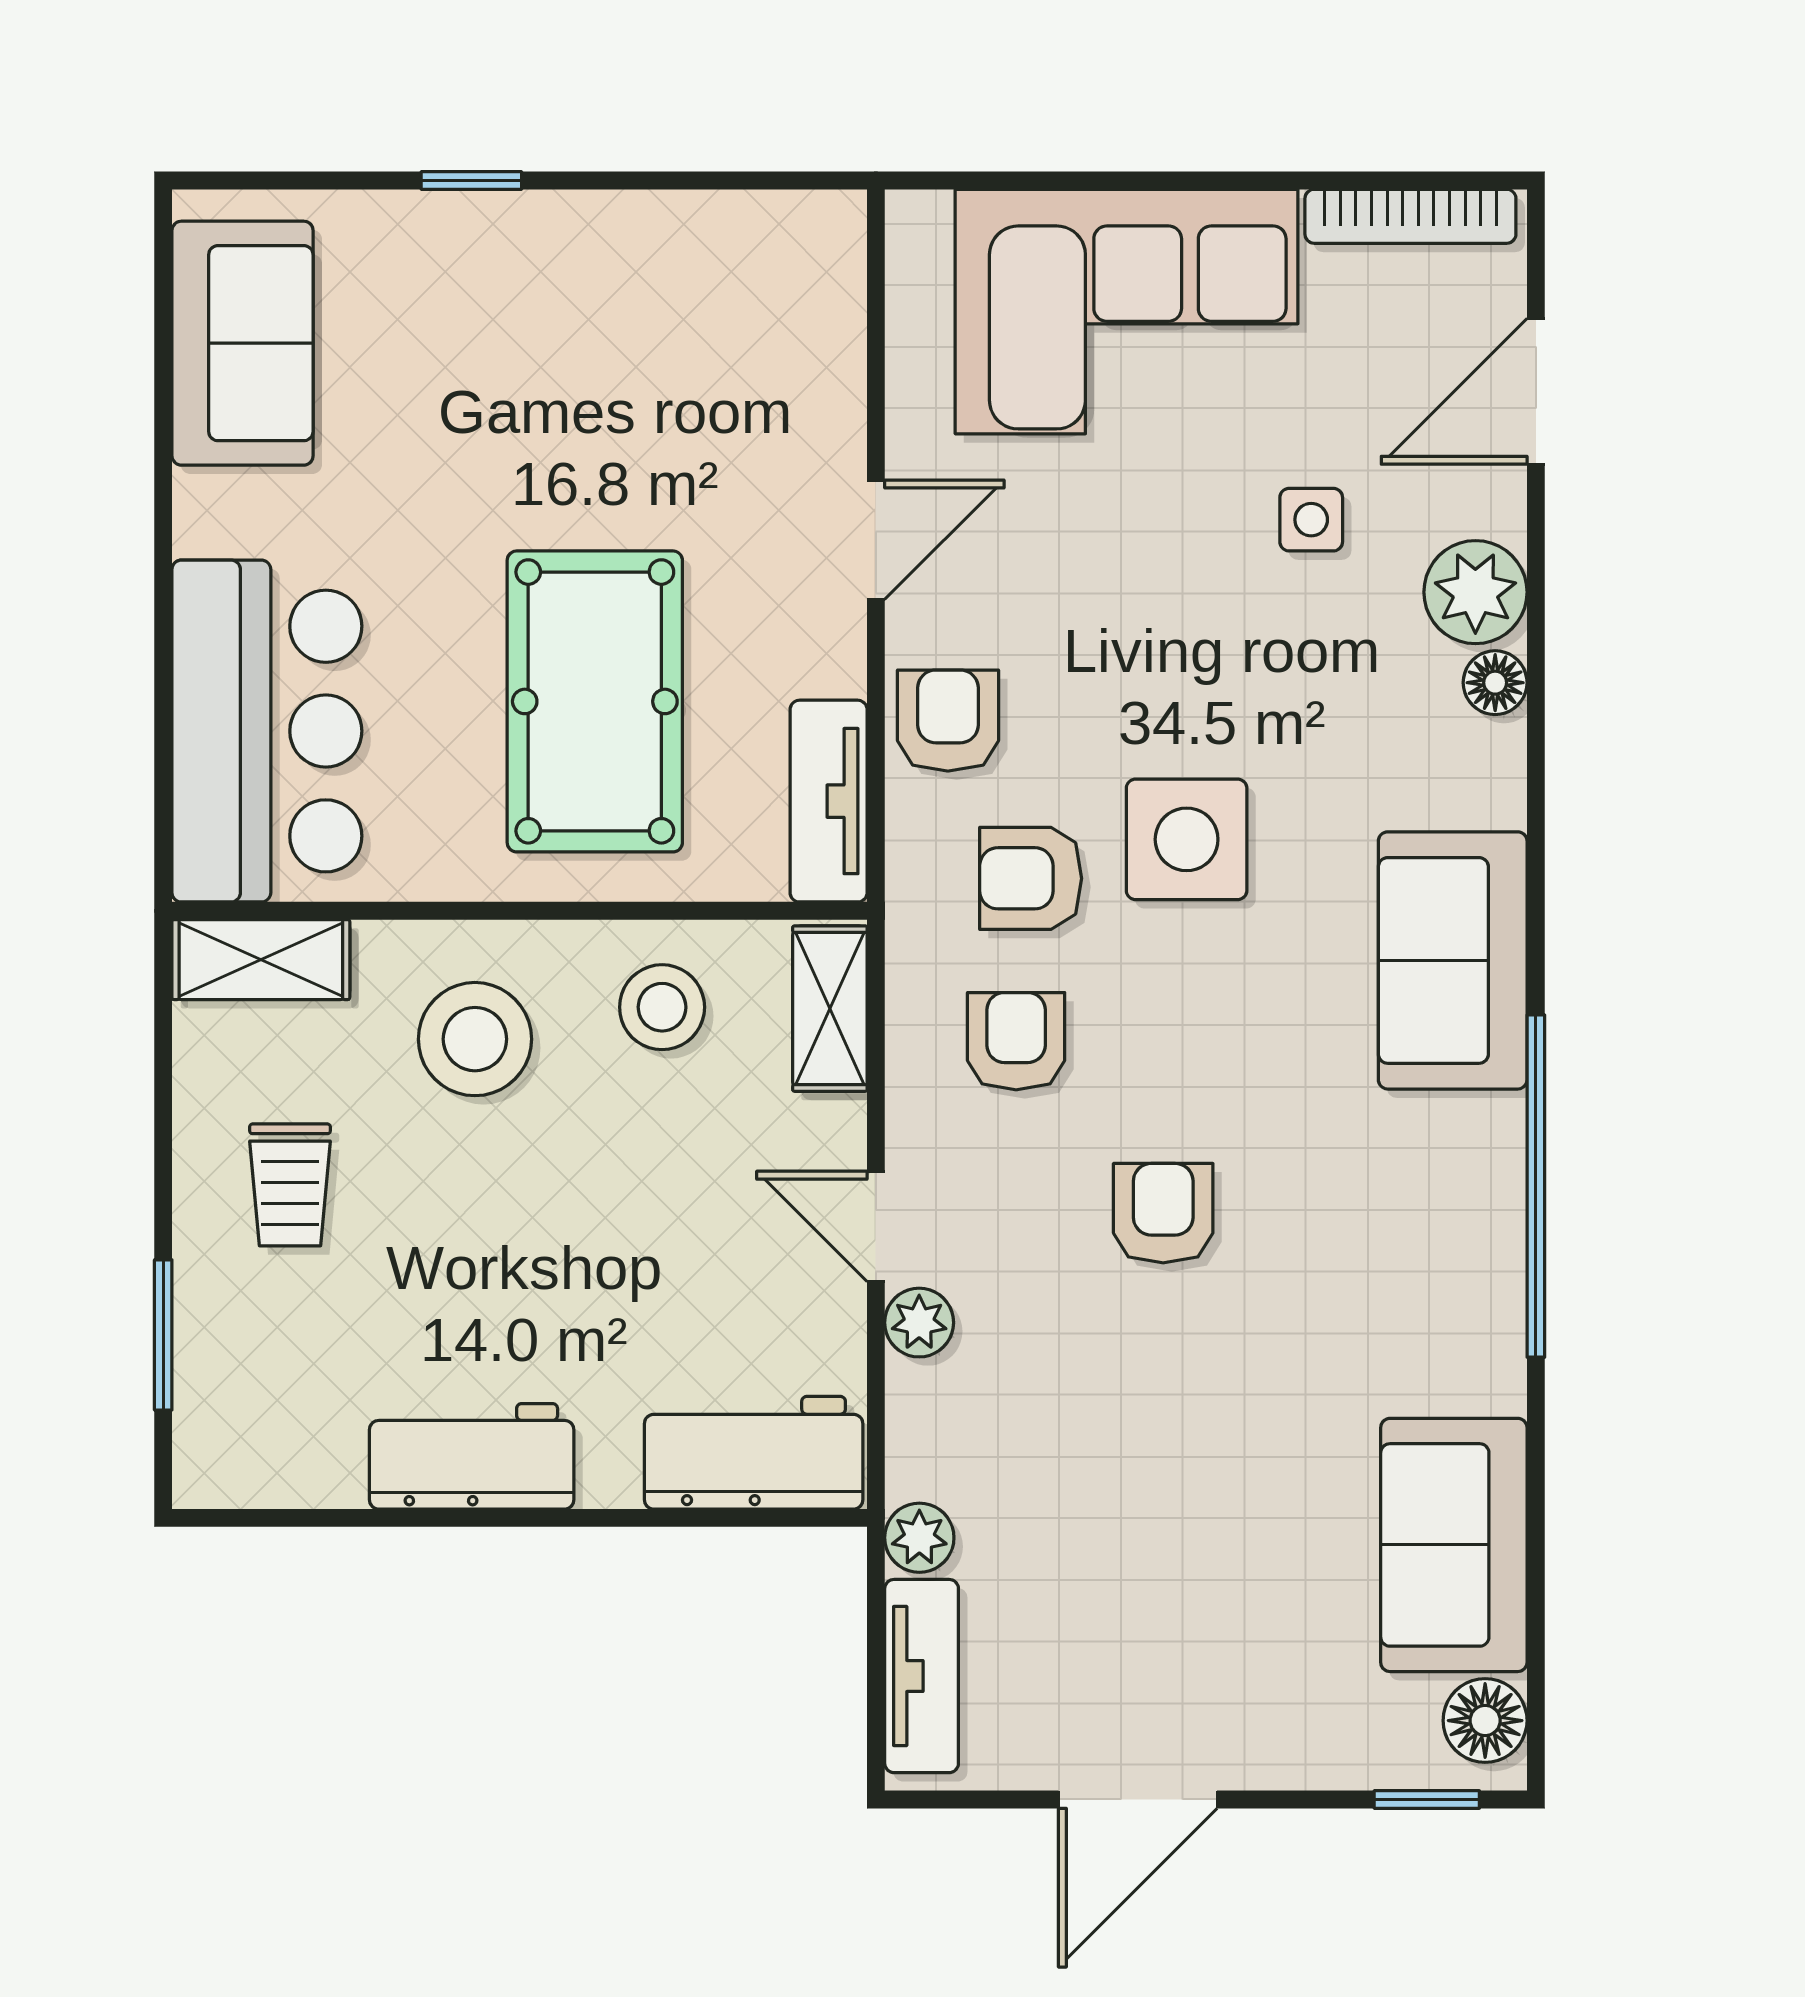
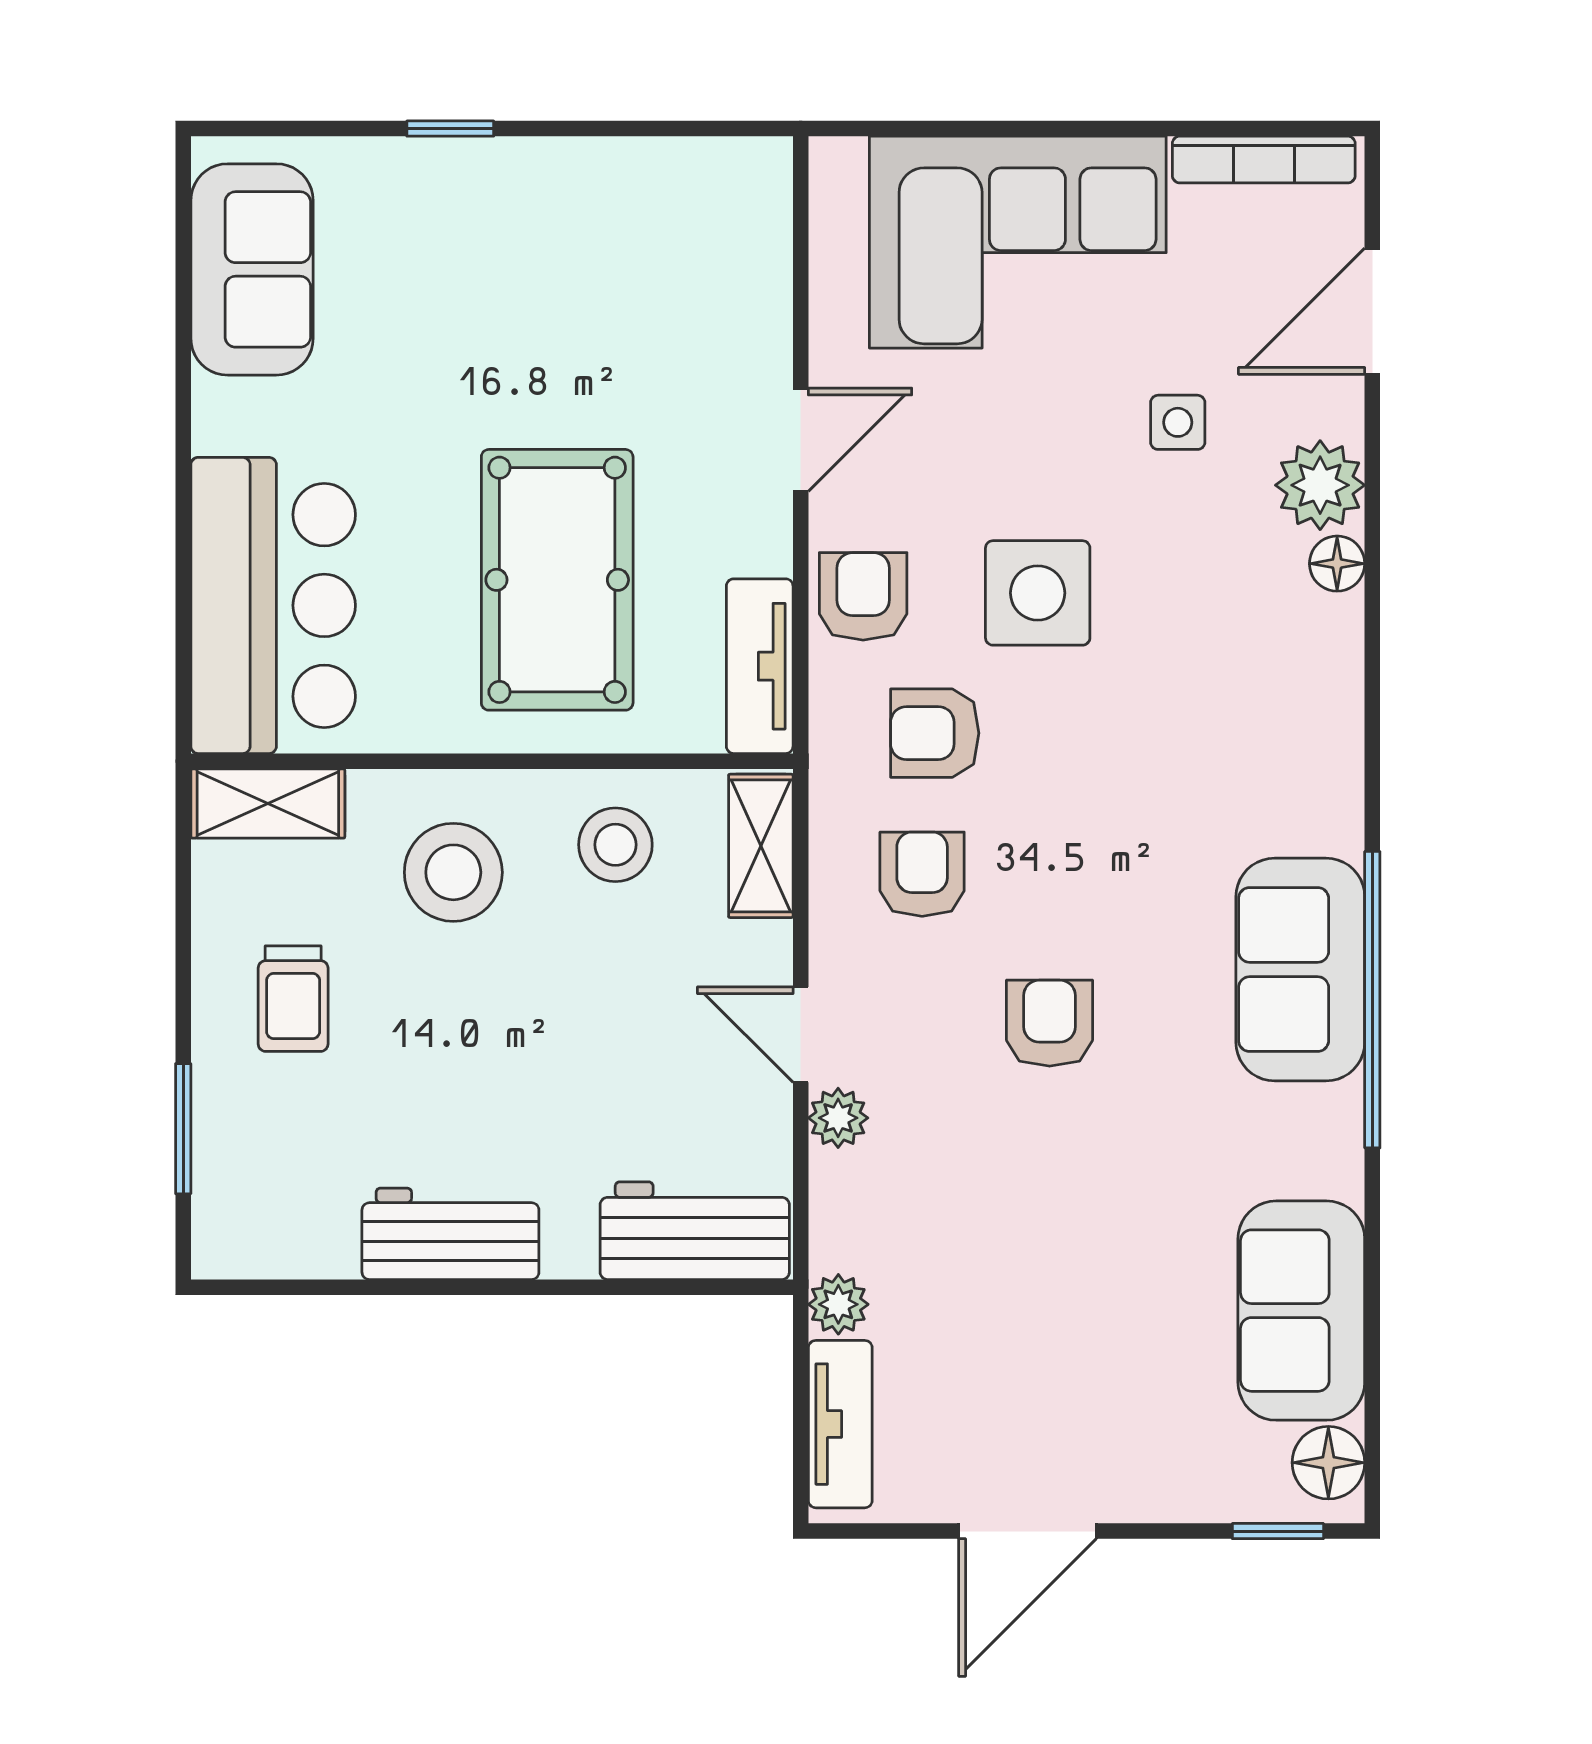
side table: (1187, 839) -> (1038, 593), moved
sofa: (1453, 960) -> (1300, 970), moved

